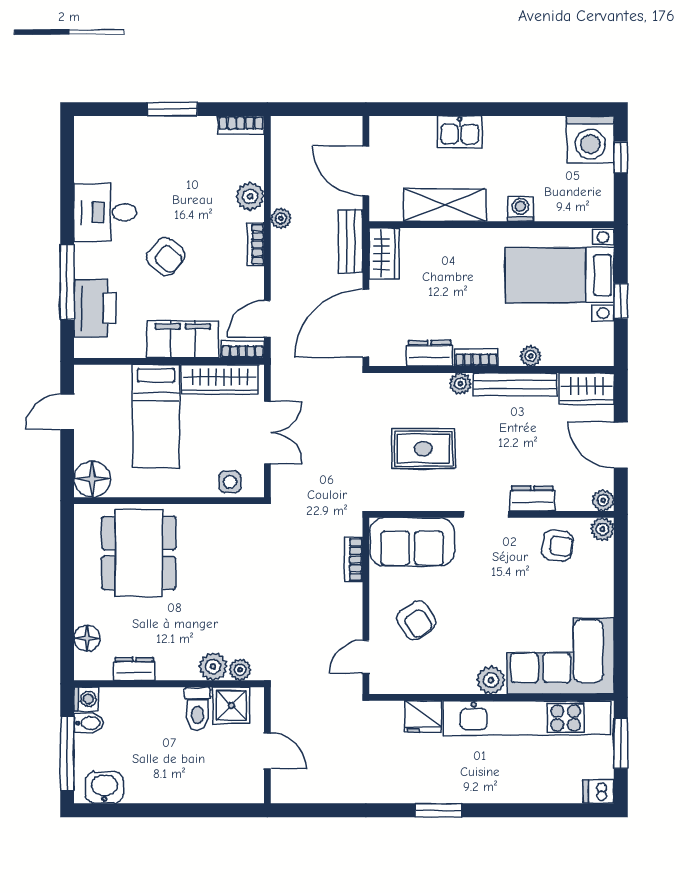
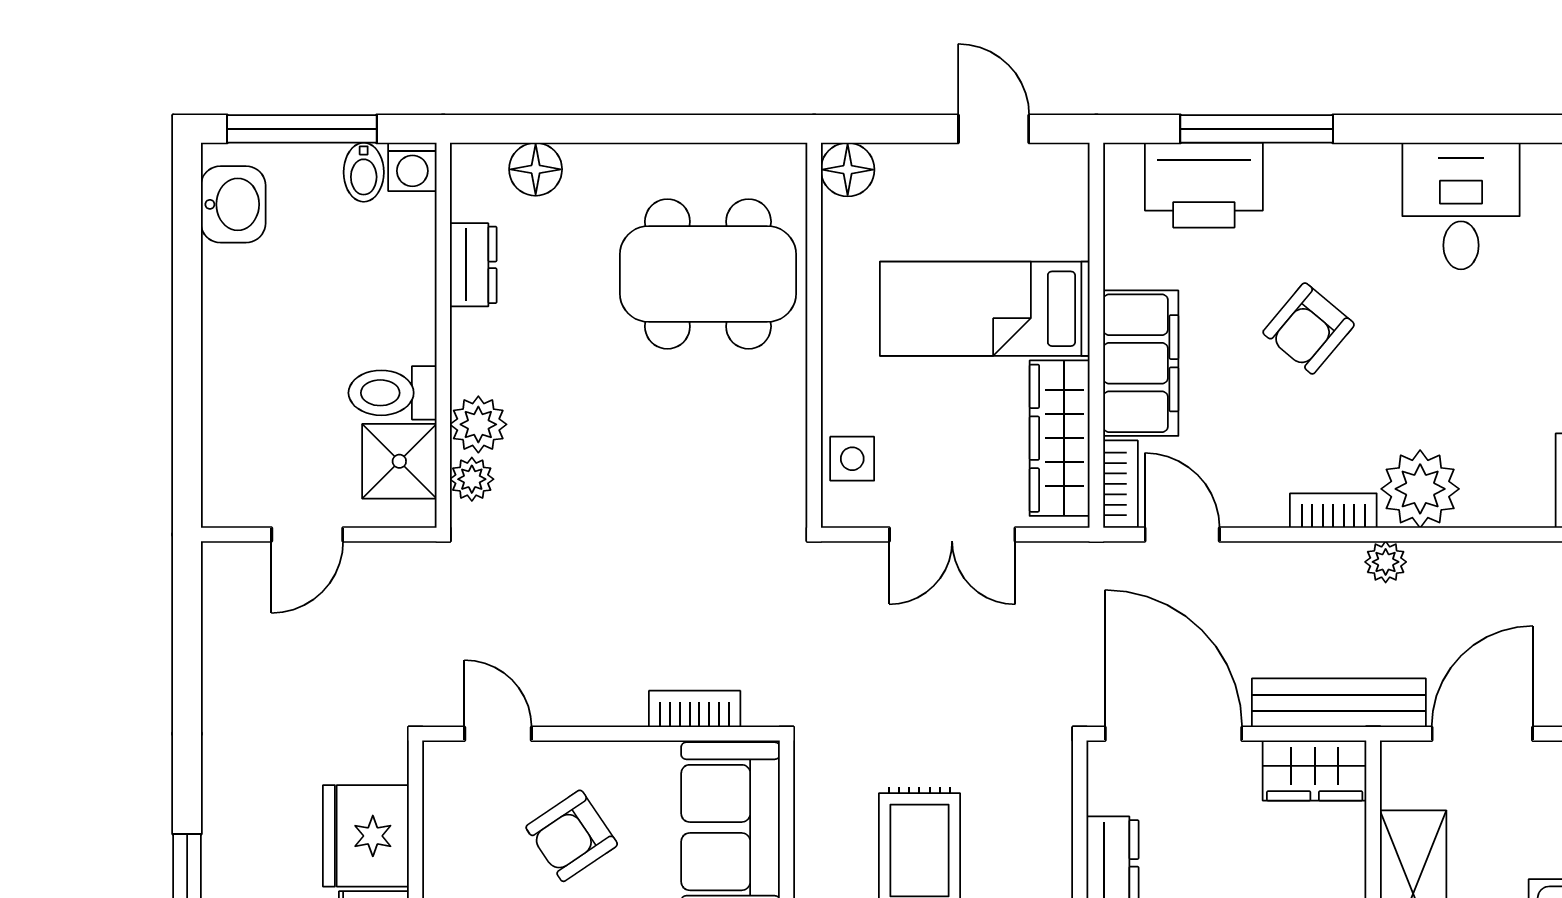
plant: (250, 196) -> (1420, 489), width x1.36, depth x1.36
desk: (105, 212) -> (1461, 206), moved
bench: (350, 242) -> (1339, 703), width x1.36
floor lamp: (92, 479) -> (848, 170), width x0.73, depth x0.73
fridge: (423, 717) -> (366, 836), width x1.36, depth x1.34

